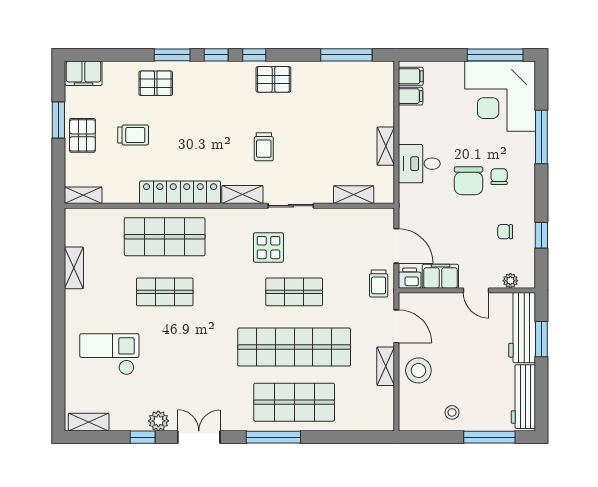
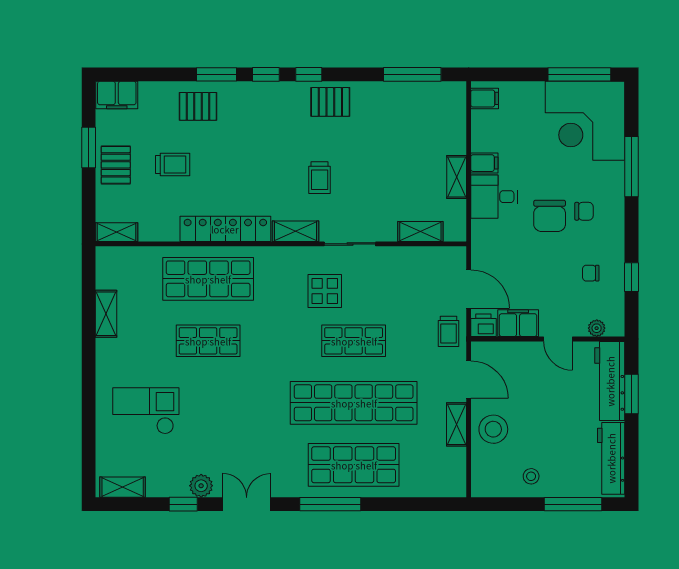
filing cabinet: (410, 96) -> (484, 163), moved
chair: (499, 177) -> (584, 211), turned 90

